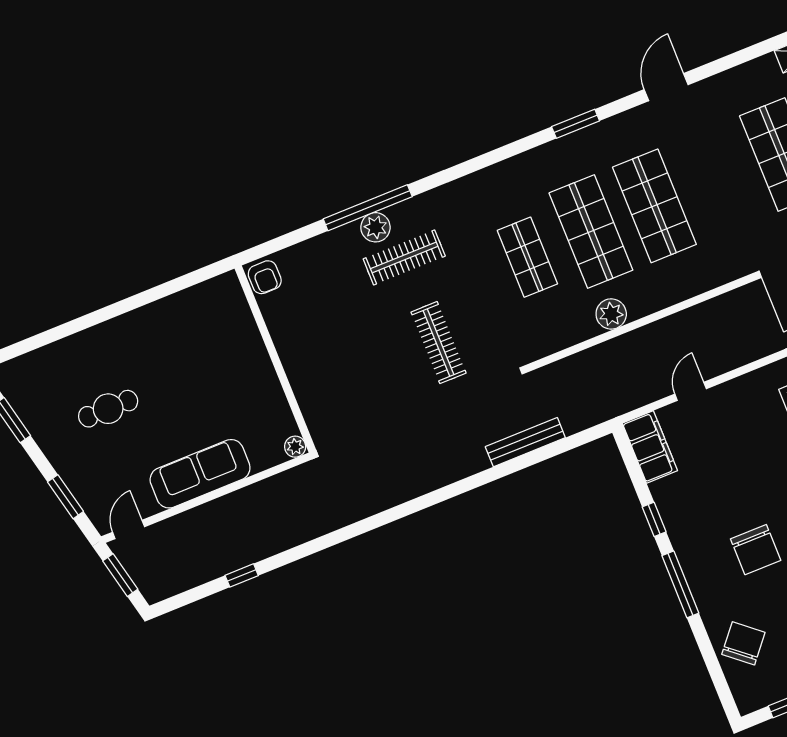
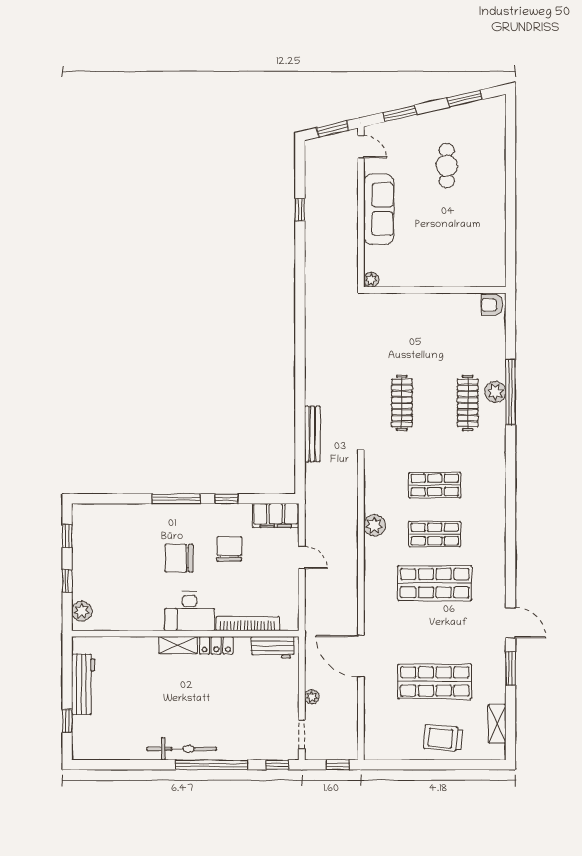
window: (576, 124) -> (511, 668), moved
shop shelf: (591, 231) -> (435, 534), width x0.70, depth x0.74
clothes rail: (439, 343) -> (402, 403), turned 90
chair: (743, 643) -> (229, 549), moved, turned -130

